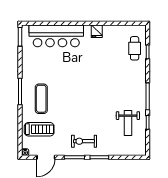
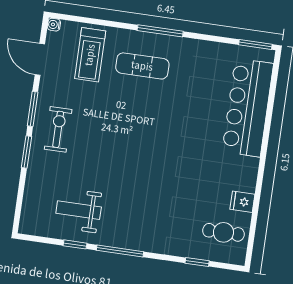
fridge: (97, 31) -> (242, 202), moved
cafe table: (135, 48) -> (223, 232), moved

